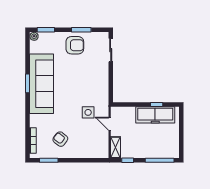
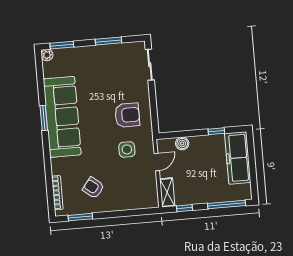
armchair: (75, 45) -> (127, 115), moved
boiler: (130, 111) -> (182, 143), added
freezer: (155, 115) -> (238, 158), moved, turned 90
door: (110, 124) -> (157, 162), swing flipped

